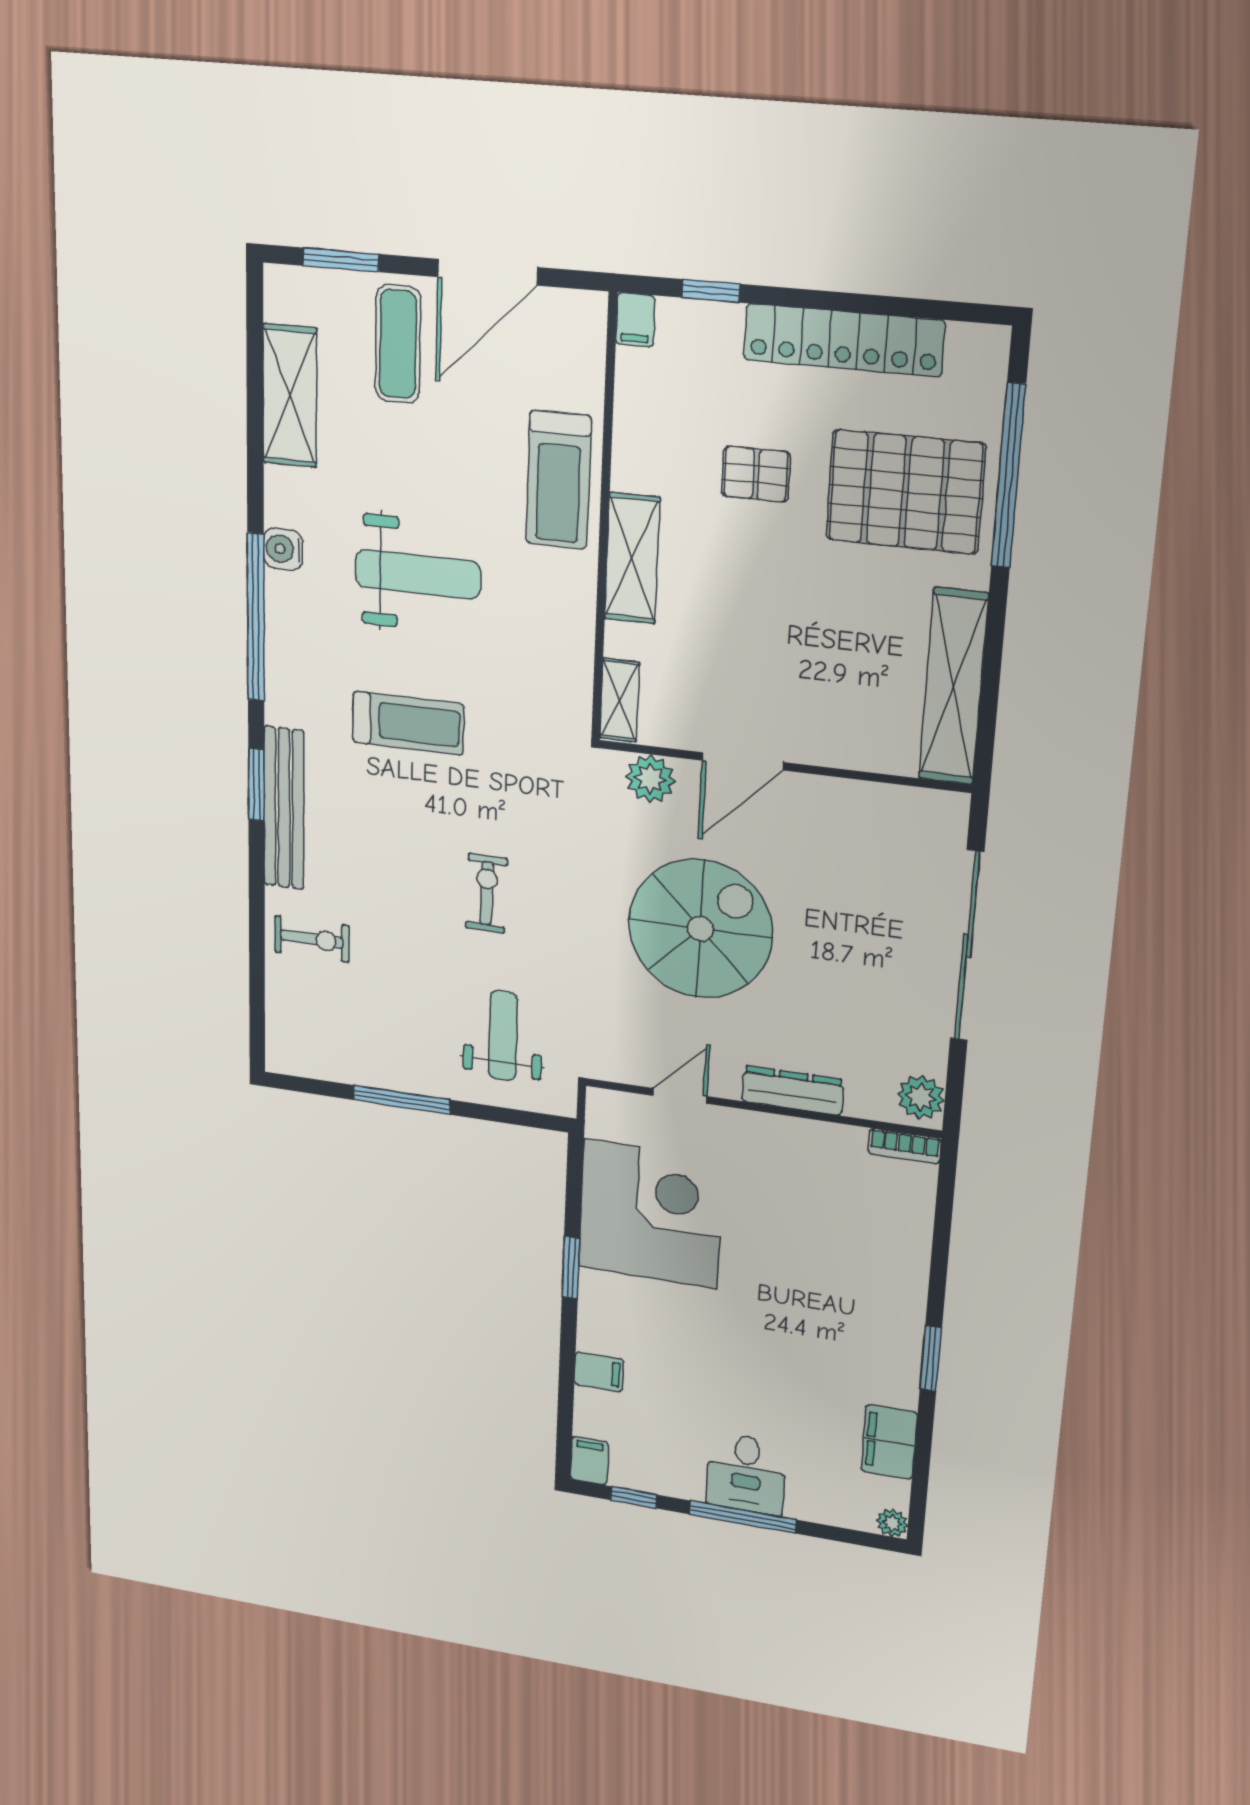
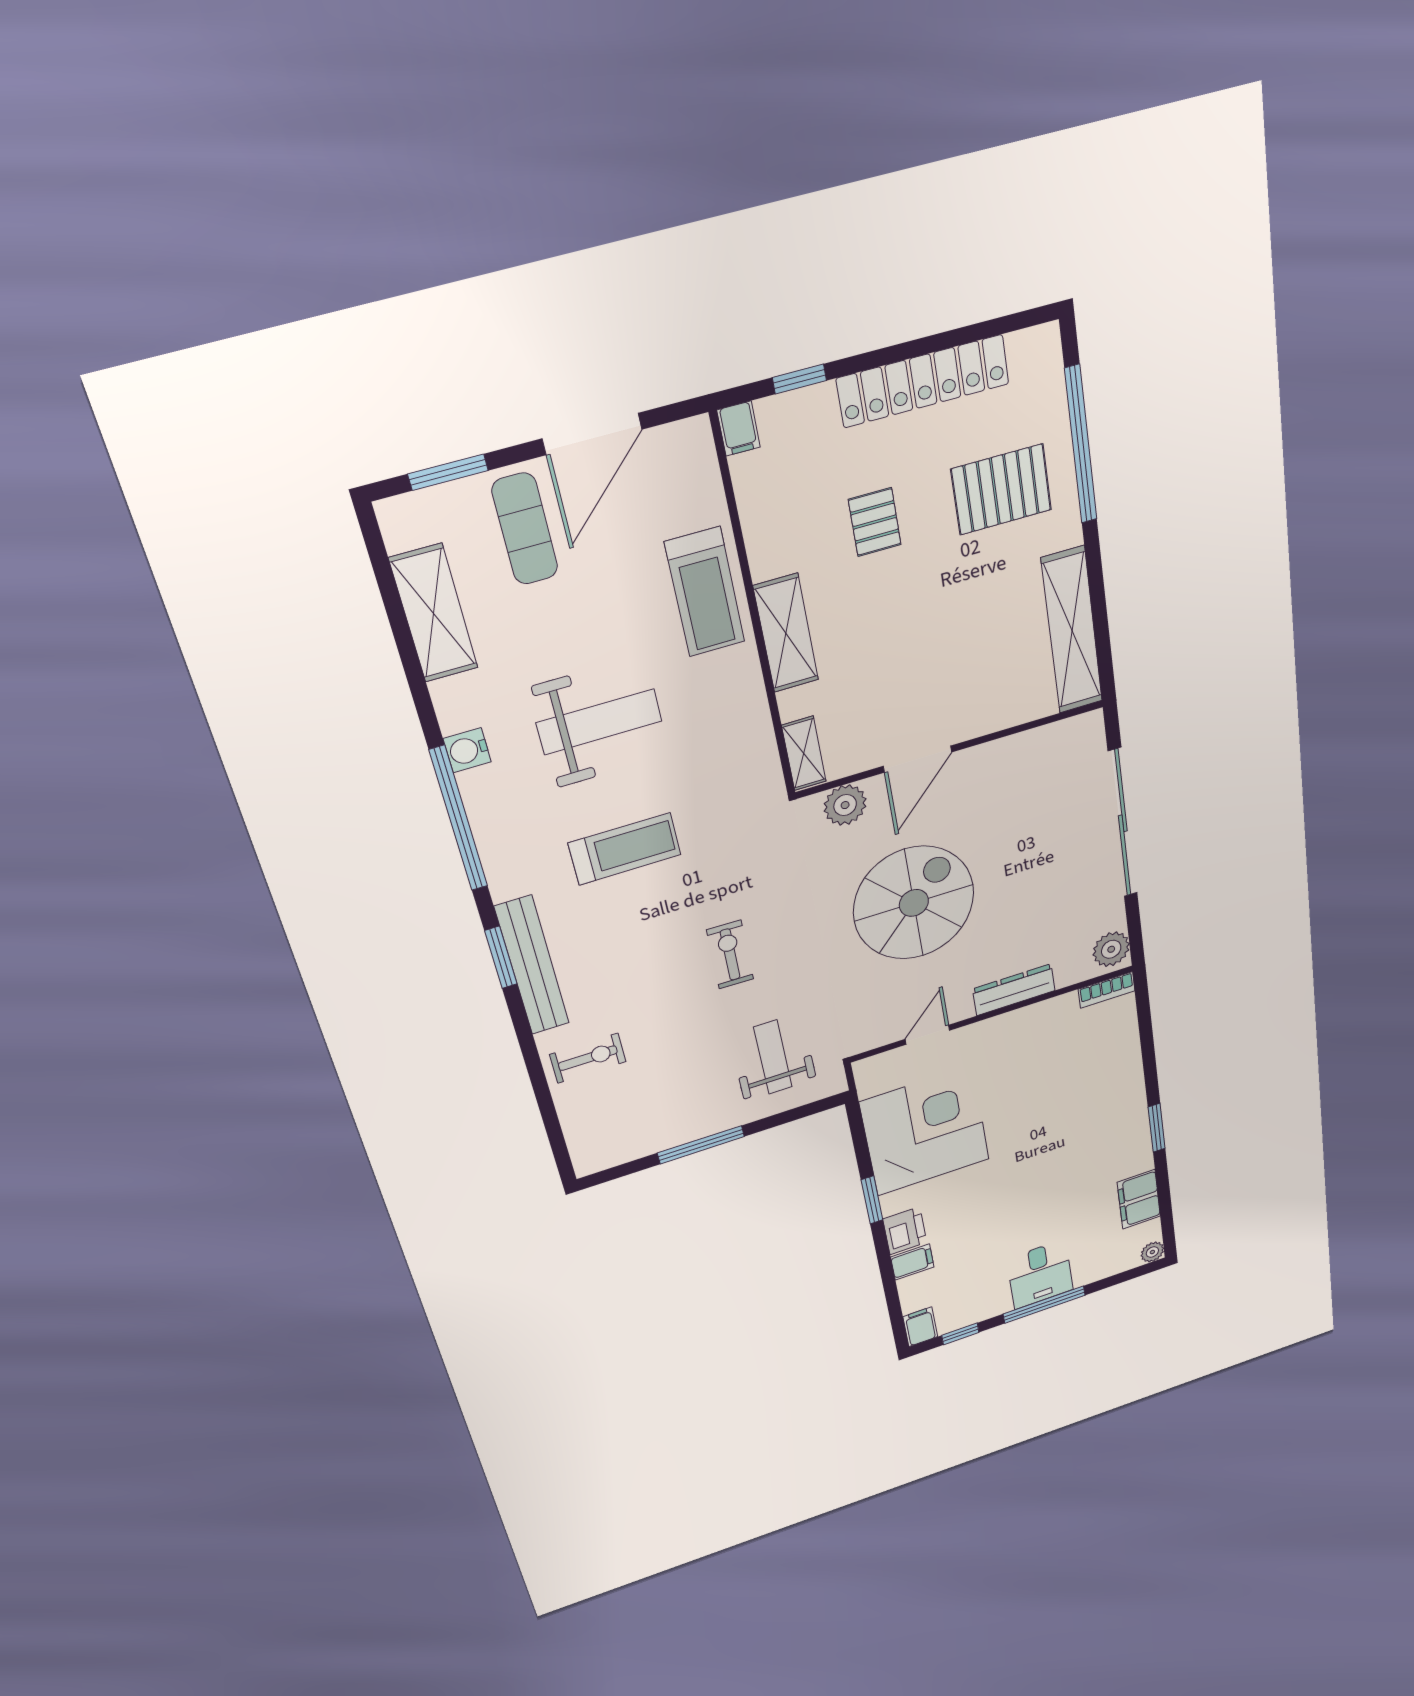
pallet: (756, 474) -> (875, 522), turned 90
pallet: (905, 492) -> (1001, 489), width x0.73, depth x0.71
printer: (599, 1327) -> (905, 1231), added

